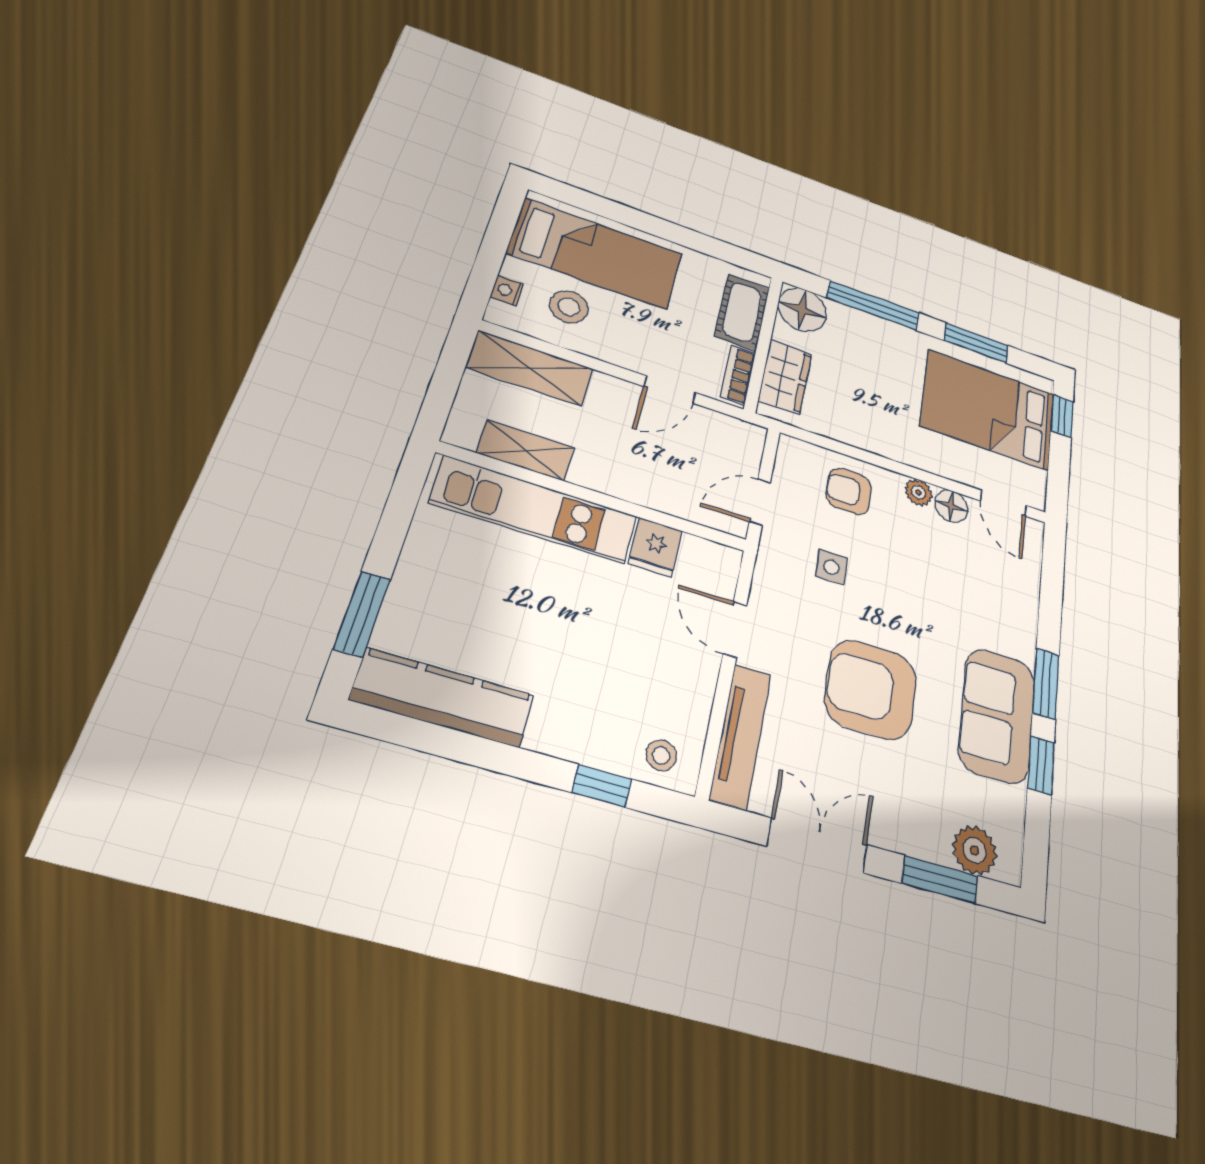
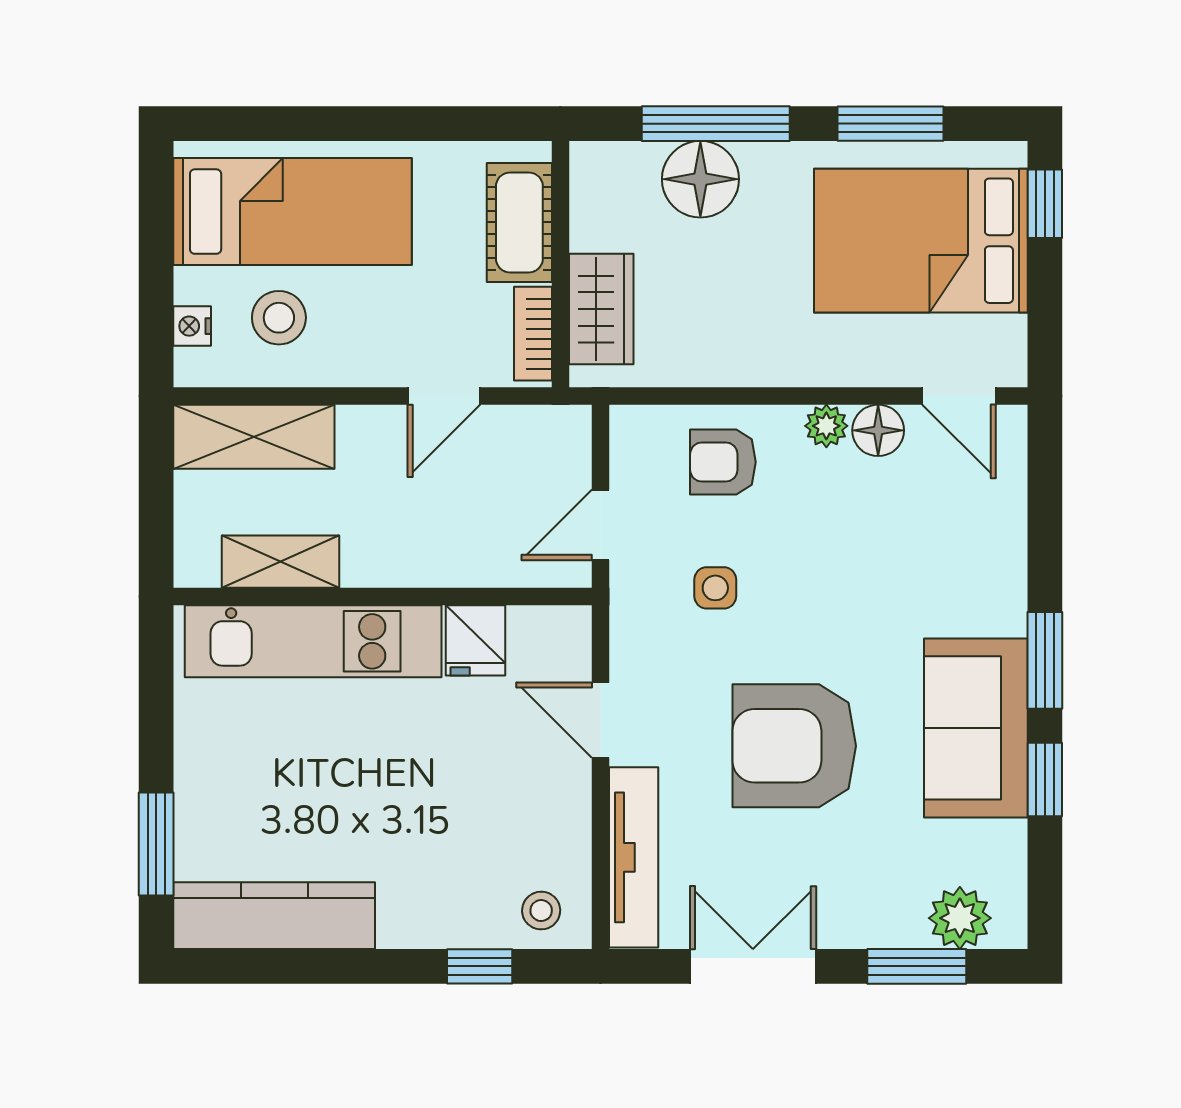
floor lamp: (802, 310) -> (700, 179), moved

